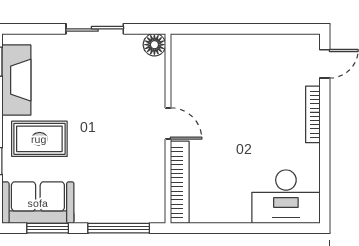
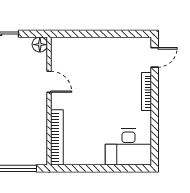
door: (168, 123) -> (49, 82), moved

